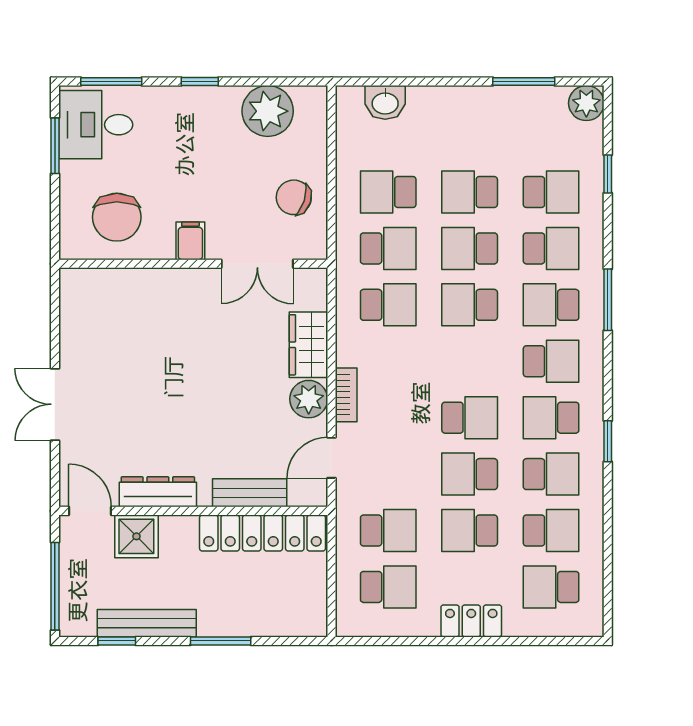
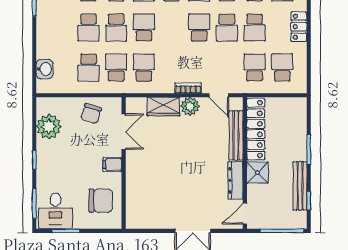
school desk: (470, 305) -> (144, 27), turned 180
bench: (250, 493) -> (236, 135), width x1.36
shower: (136, 536) -> (257, 173), moved

